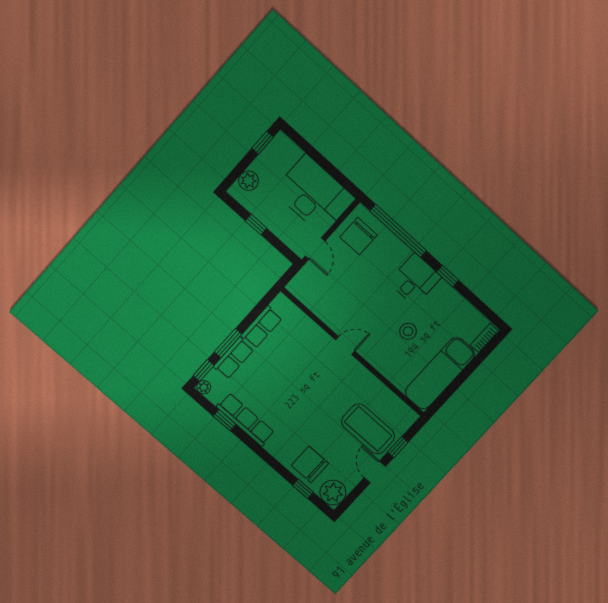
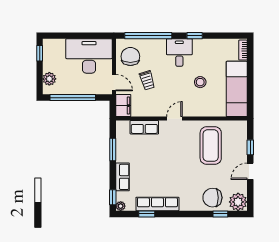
window: (256, 224) -> (73, 98), width x3.17
chair: (359, 236) -> (130, 56), turned 180
trolley: (353, 278) -> (147, 80), added
filing cabinet: (303, 282) -> (123, 106), added
row of seats: (262, 327) -> (144, 127), moved, turned 90
window: (228, 343) -> (113, 149), moved
coffee table: (368, 429) -> (211, 146), moved, turned 90
door: (375, 472) -> (250, 171), hinge flipped

